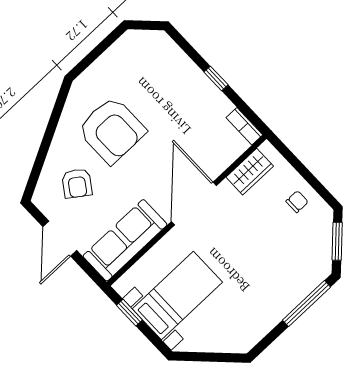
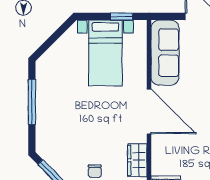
window: (306, 304) -> (32, 102), moved

